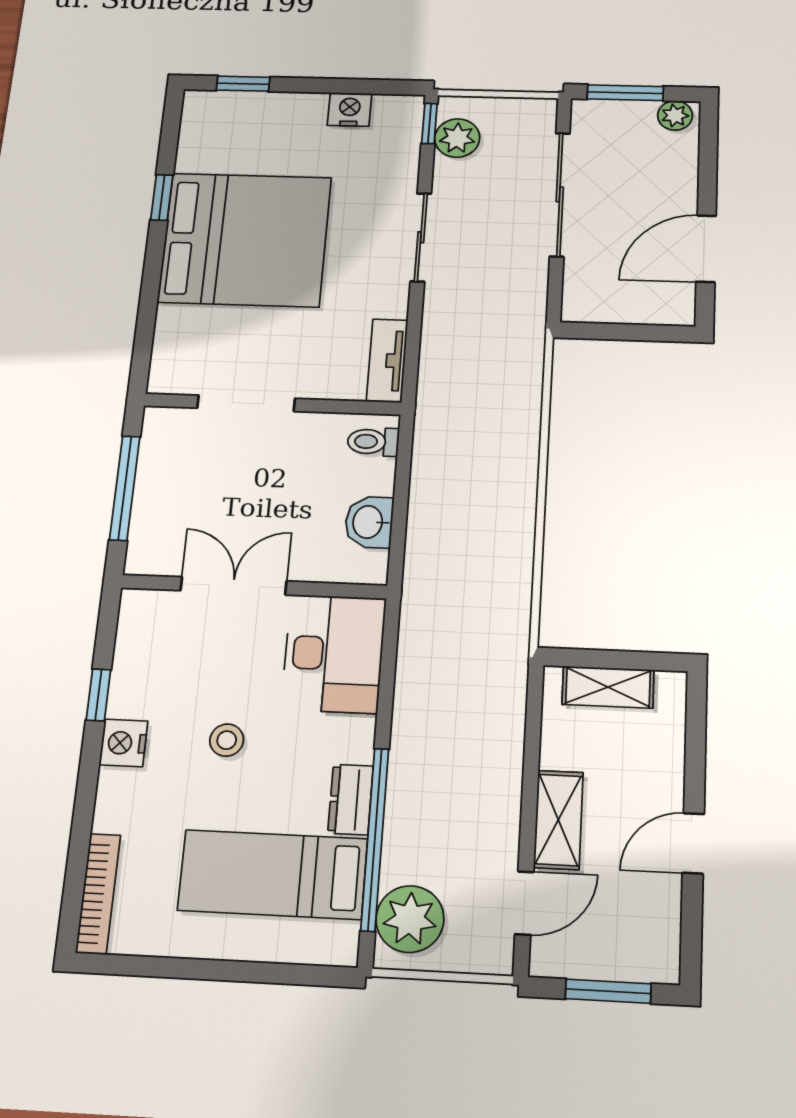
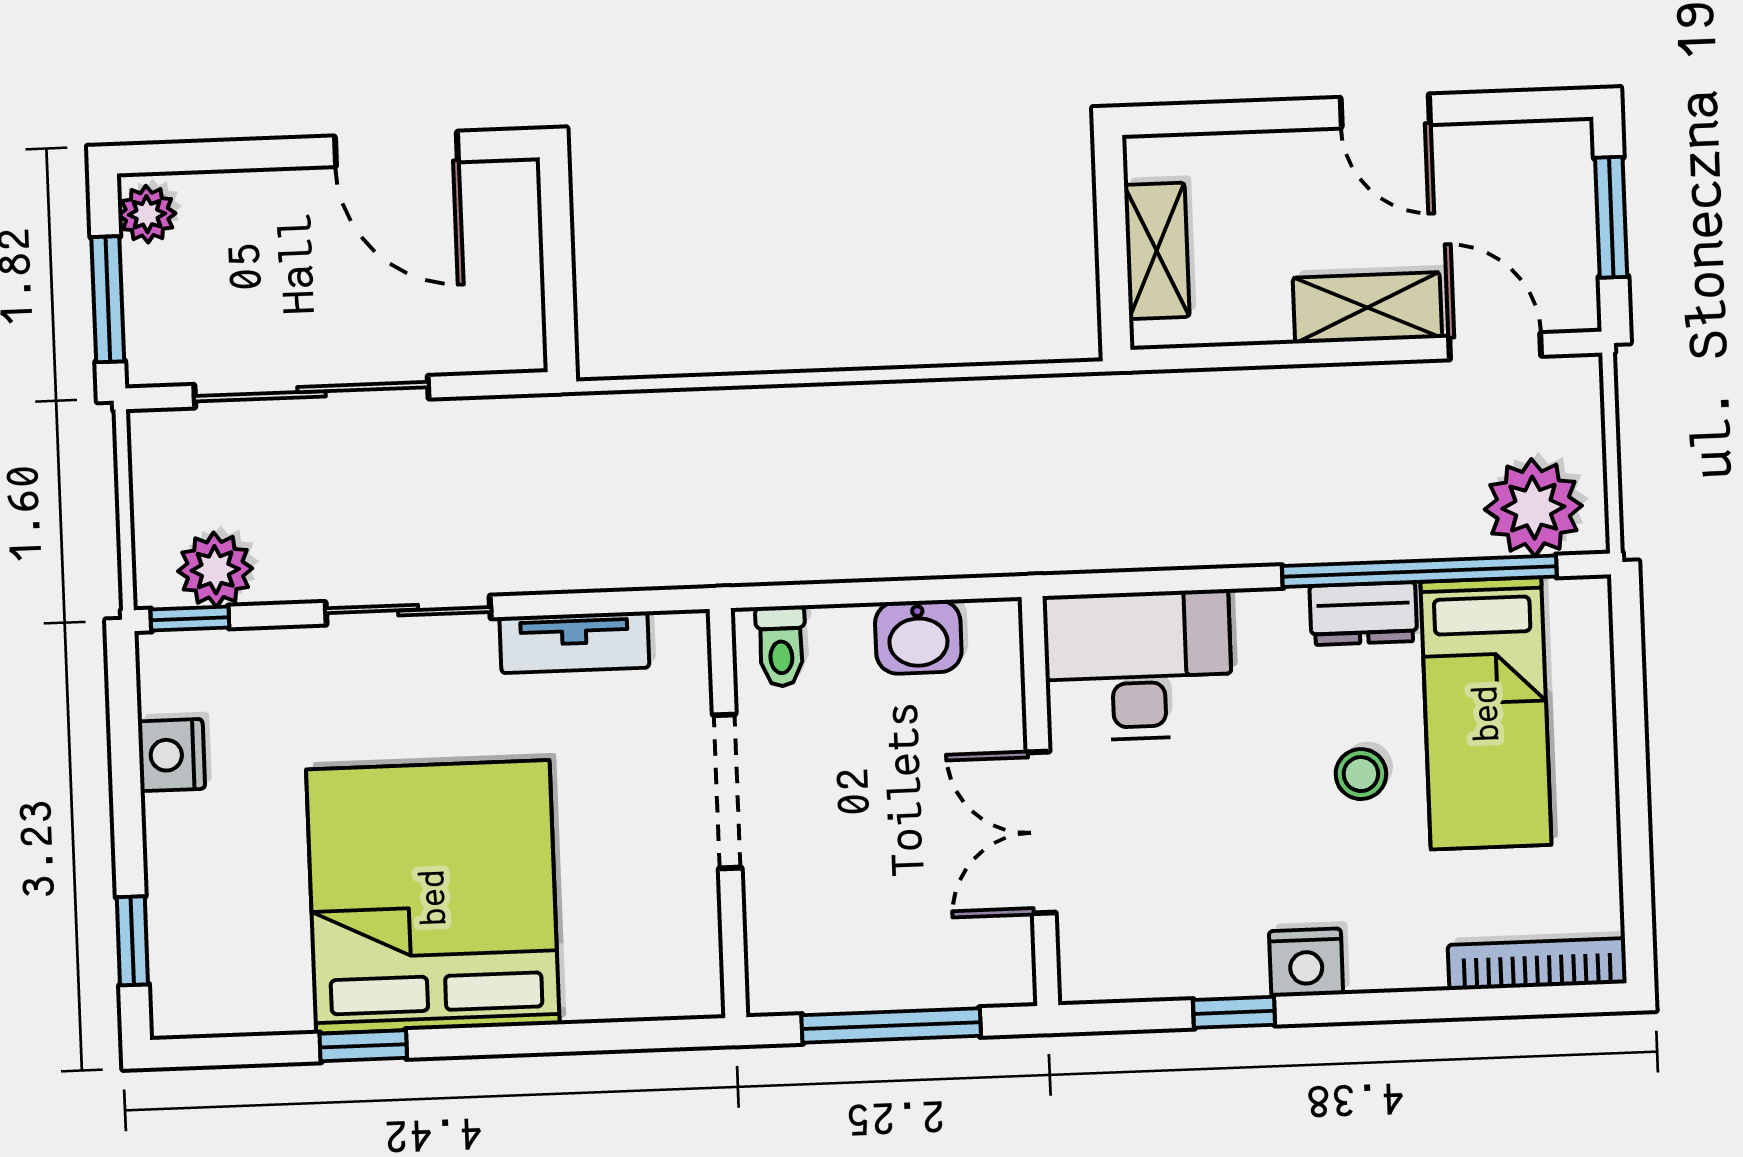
tv unit: (387, 361) -> (574, 642), moved
doorway: (246, 403) -> (727, 791), moved
stool: (227, 740) -> (1361, 774), moved

